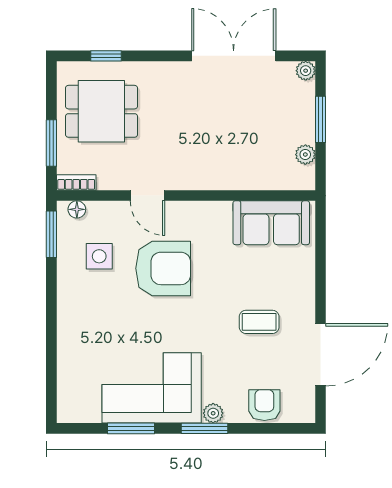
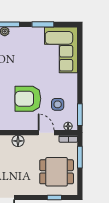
floor lamp: (184, 178) -> (18, 141), added
door: (147, 196) -> (46, 133), moved
corner sofa: (152, 388) -> (61, 50), moved, turned 90

